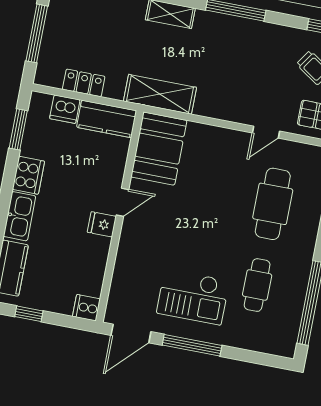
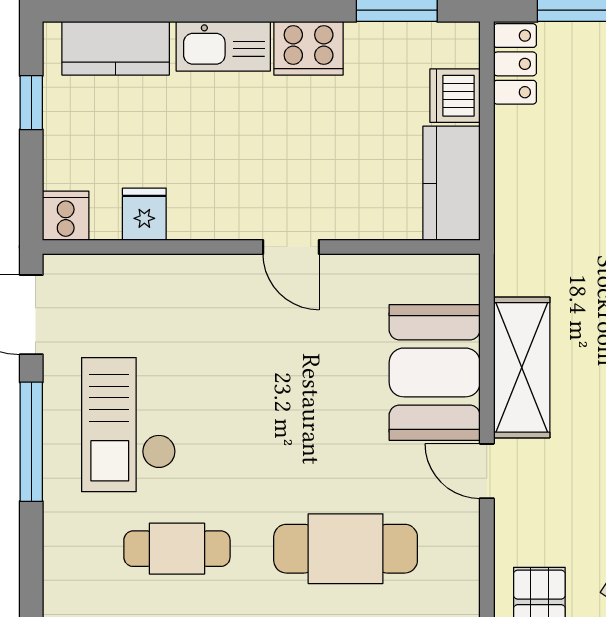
locker: (84, 83) -> (515, 64), moved
shelving: (160, 94) -> (522, 367), moved
door: (266, 132) -> (487, 471), moved
booth: (159, 149) -> (435, 372), moved, turned 90
fridge: (102, 224) -> (144, 214), moved

